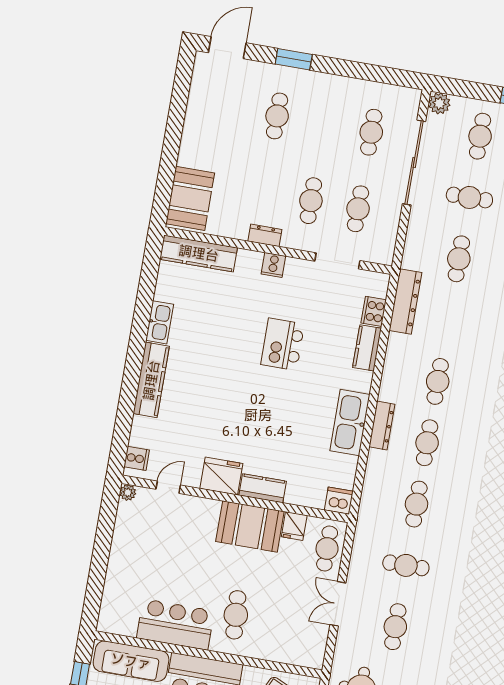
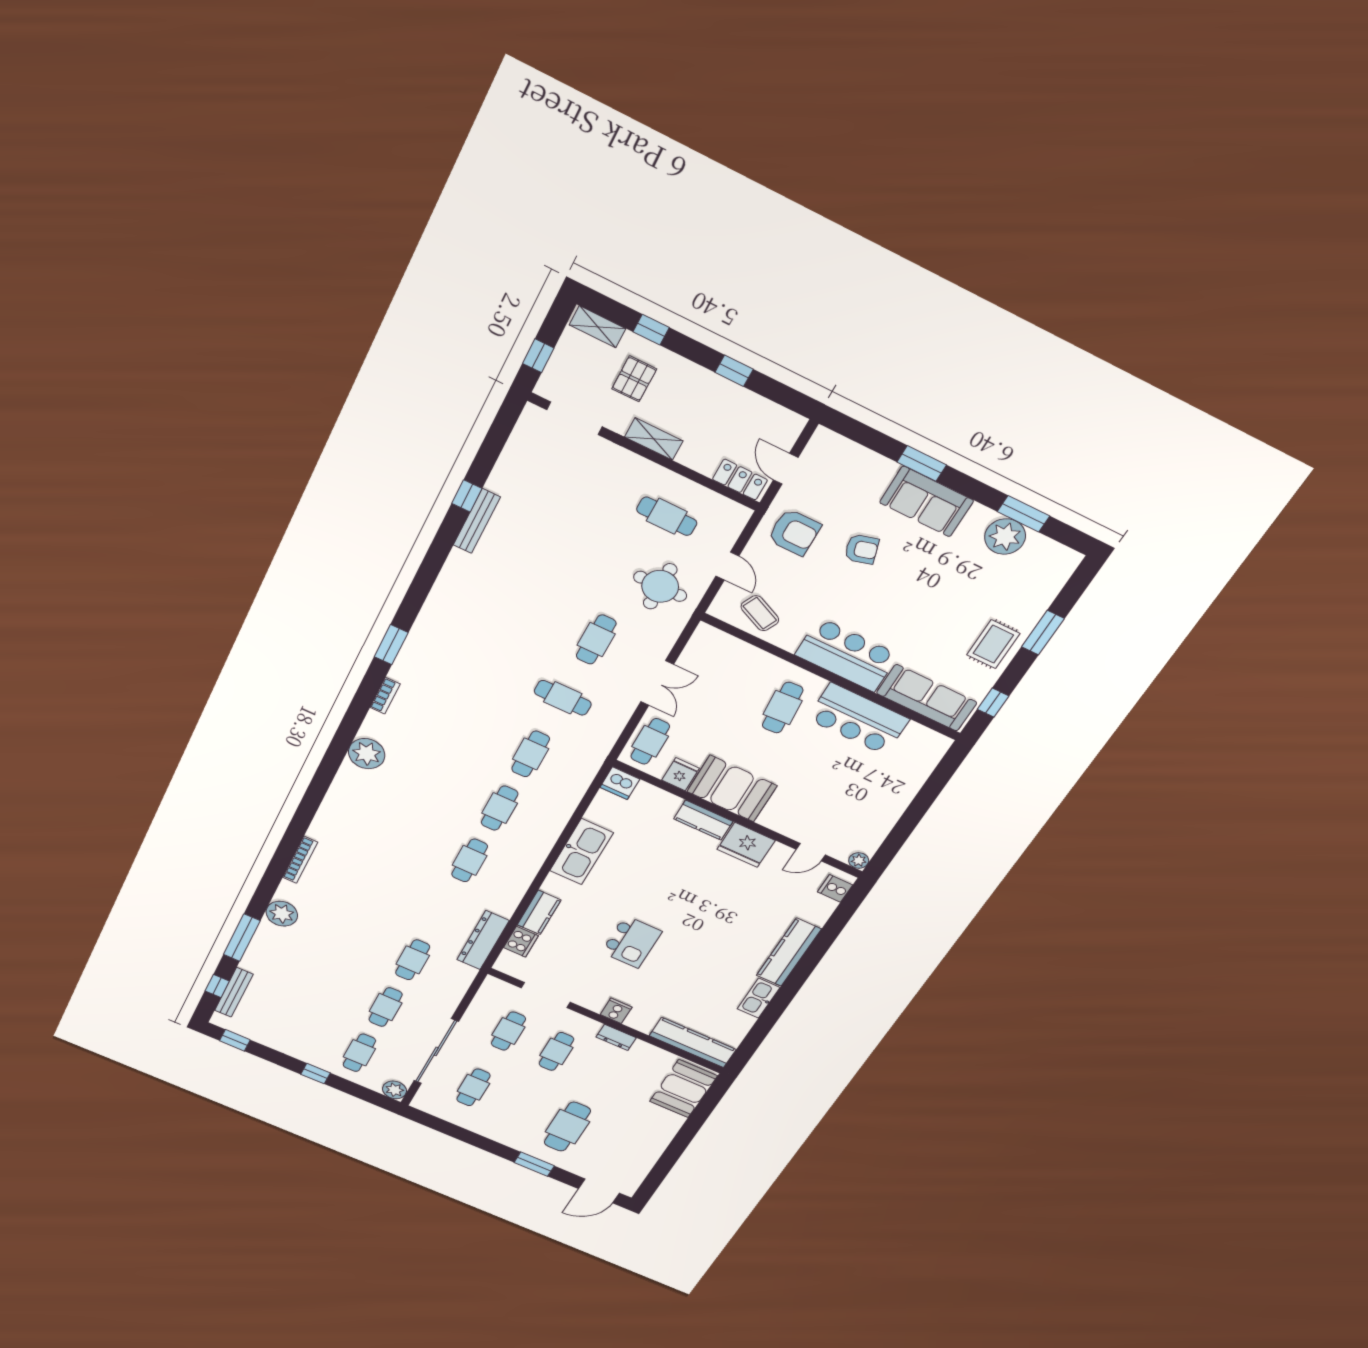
cafe table: (277, 116) -> (567, 1127), width x1.37, depth x1.35
cafe table: (469, 197) -> (386, 1007), turned 90
dresser: (382, 426) -> (546, 839), removed

